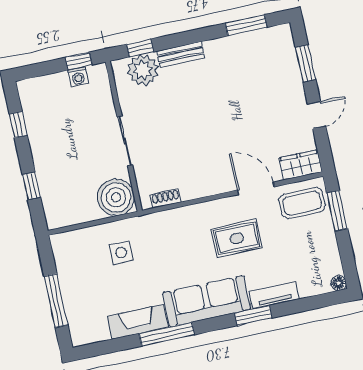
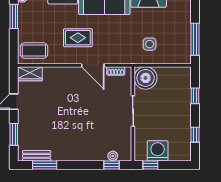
bench: (181, 55) -> (37, 156), moved
plant: (143, 70) -> (113, 156), width x0.53, depth x0.53
washing machine: (78, 77) -> (158, 151), width x1.89, depth x1.89
door: (256, 188) -> (93, 65), moved
window: (337, 211) -> (14, 16), moved
window: (56, 301) -> (195, 39), moved

